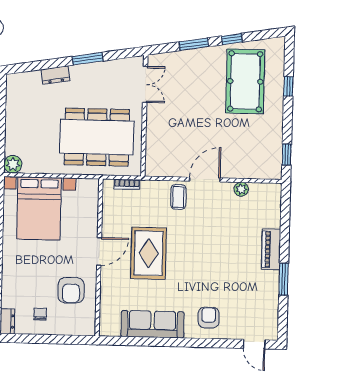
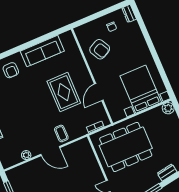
door: (205, 180) -> (50, 151), hinge flipped
door: (99, 251) -> (99, 92), moved
armchair: (71, 290) -> (100, 49), turned 152

